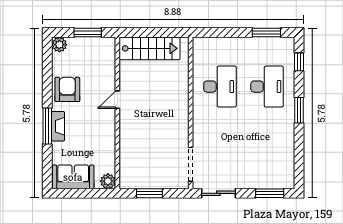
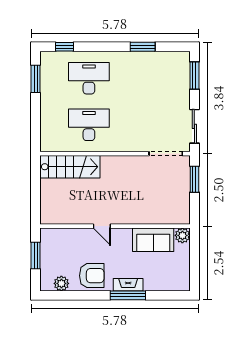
plant: (59, 45) -> (61, 283), moved
stairs: (149, 48) -> (70, 167), moved, turned 90
armchair: (67, 89) -> (92, 276), turned 180
window: (299, 110) -> (143, 47), moved
sofa: (73, 177) -> (153, 240), moved, turned -90
window: (149, 193) -> (194, 179), moved

